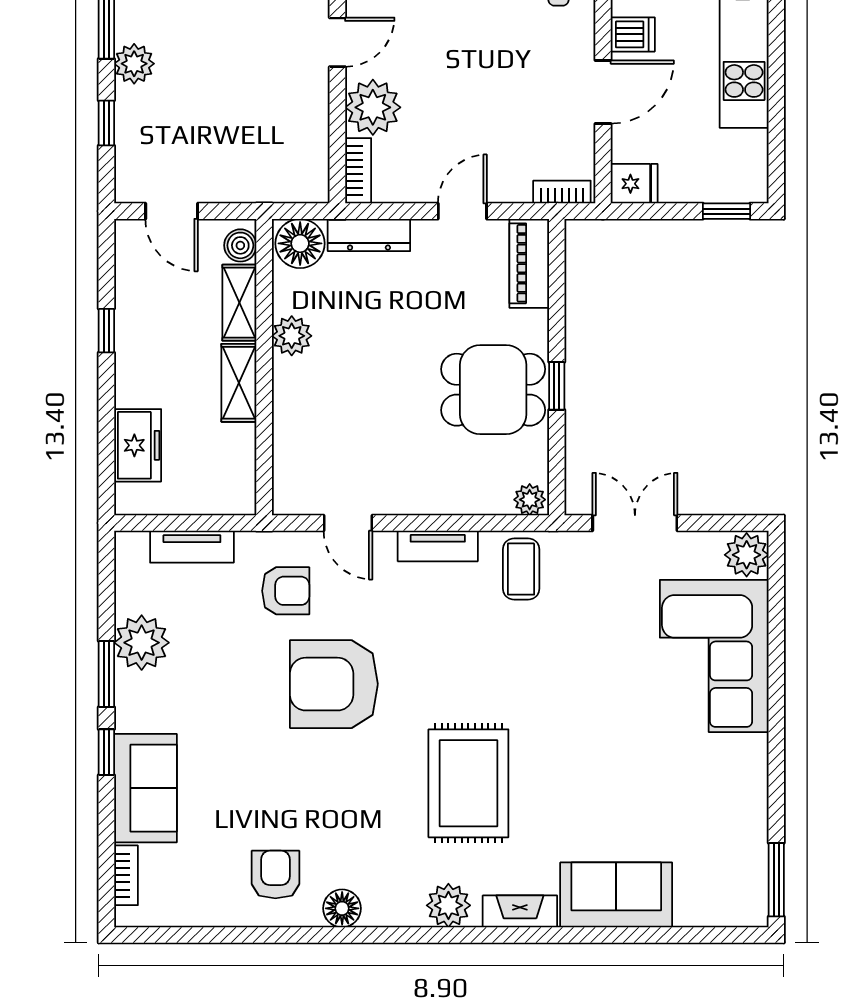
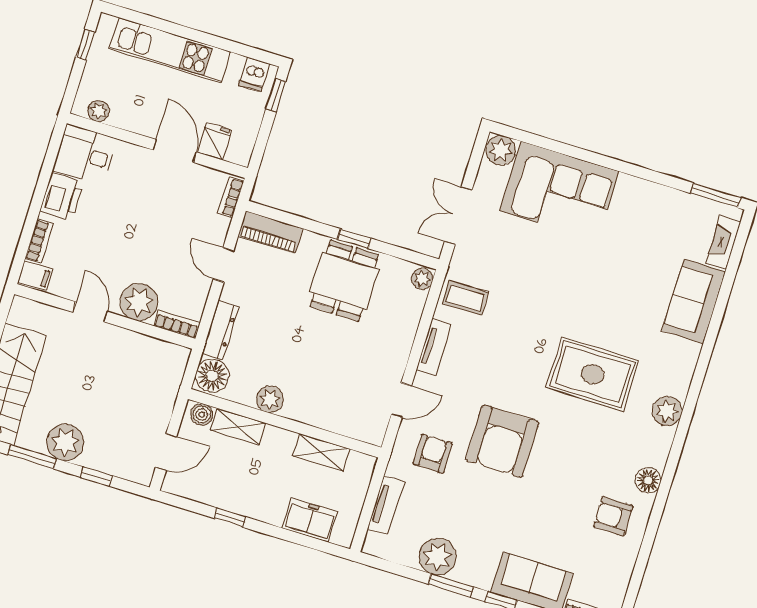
dishwasher: (633, 34) -> (254, 74), moved, turned 180
plant: (134, 64) -> (65, 442), width x1.36, depth x1.36
fridge: (634, 184) -> (215, 141), moved
shelving: (239, 383) -> (321, 452), moved
fireplace: (520, 911) -> (723, 243), moved

